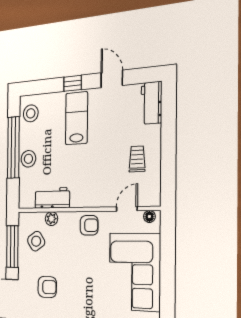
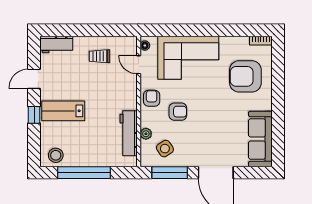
stool: (28, 159) -> (95, 157), removed
workbench: (52, 198) -> (129, 133), width x1.38
armchair: (47, 287) -> (178, 112), moved, turned 90

